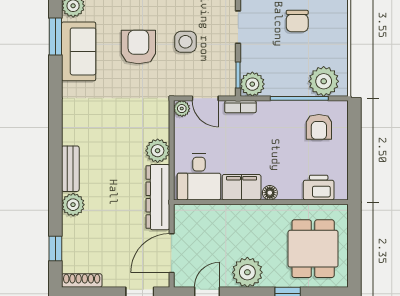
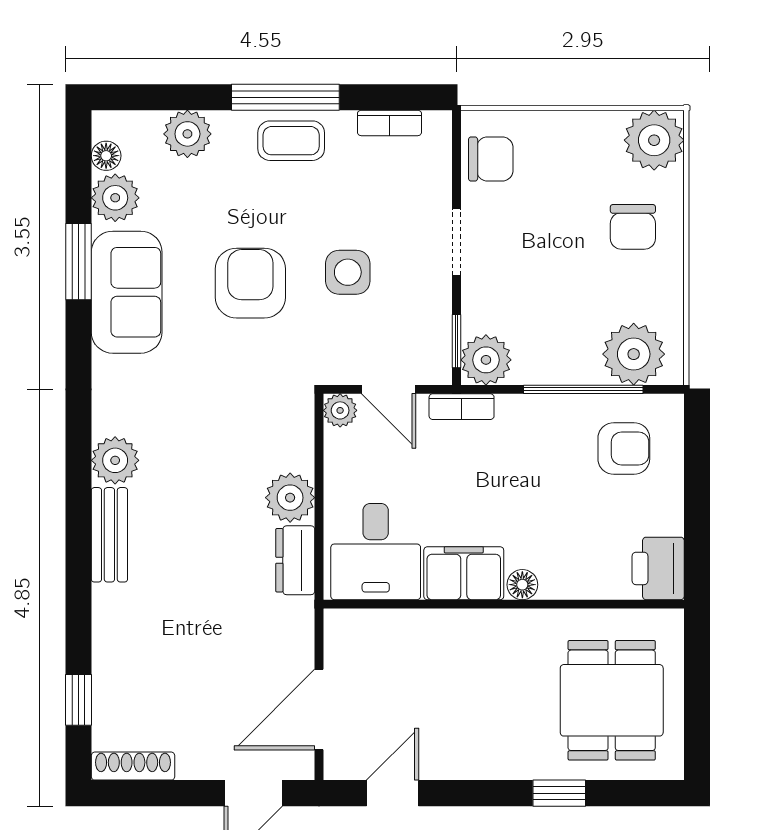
chair: (297, 21) -> (633, 227), moved
armchair: (319, 127) -> (624, 448), turned -90
printer: (319, 188) -> (658, 568), moved, turned -90
dresser: (158, 197) -> (295, 560), width x0.51, depth x0.80
plant: (73, 205) -> (115, 460), moved
plant: (247, 272) -> (476, 749), removed

